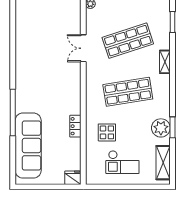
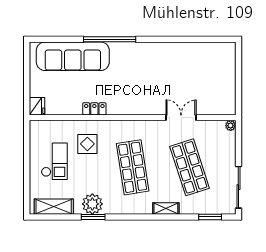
checkout: (122, 162) -> (54, 161), turned 180

